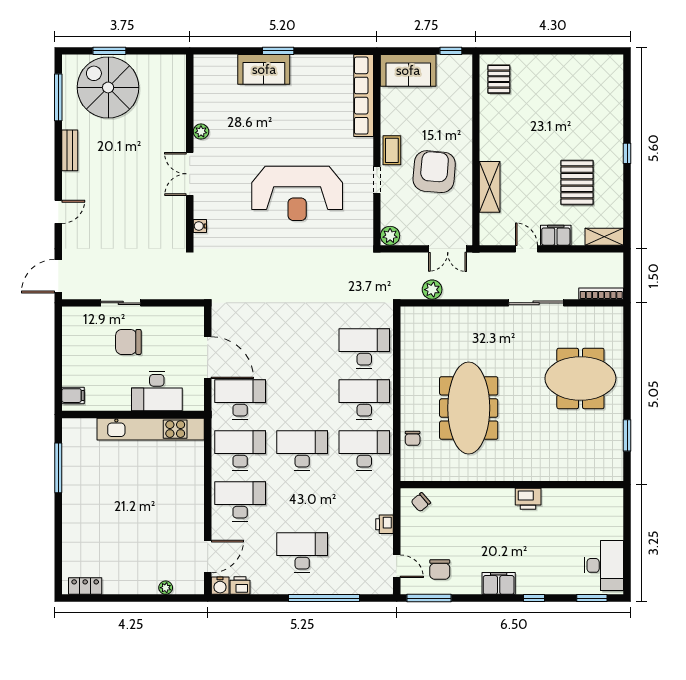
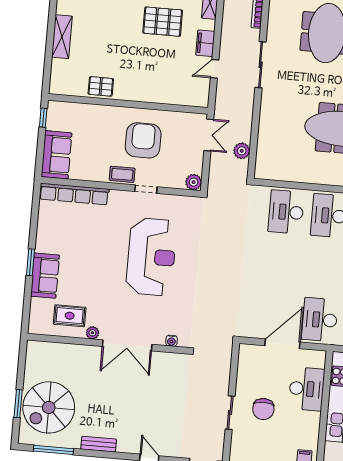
pallet: (499, 79) -> (101, 86), moved
rug: (219, 103) -> (70, 316), added
armchair: (434, 172) -> (143, 140), turned 85
double door: (190, 174) -> (127, 345), width x1.37
shelving: (490, 187) -> (62, 37), moved, turned 90

